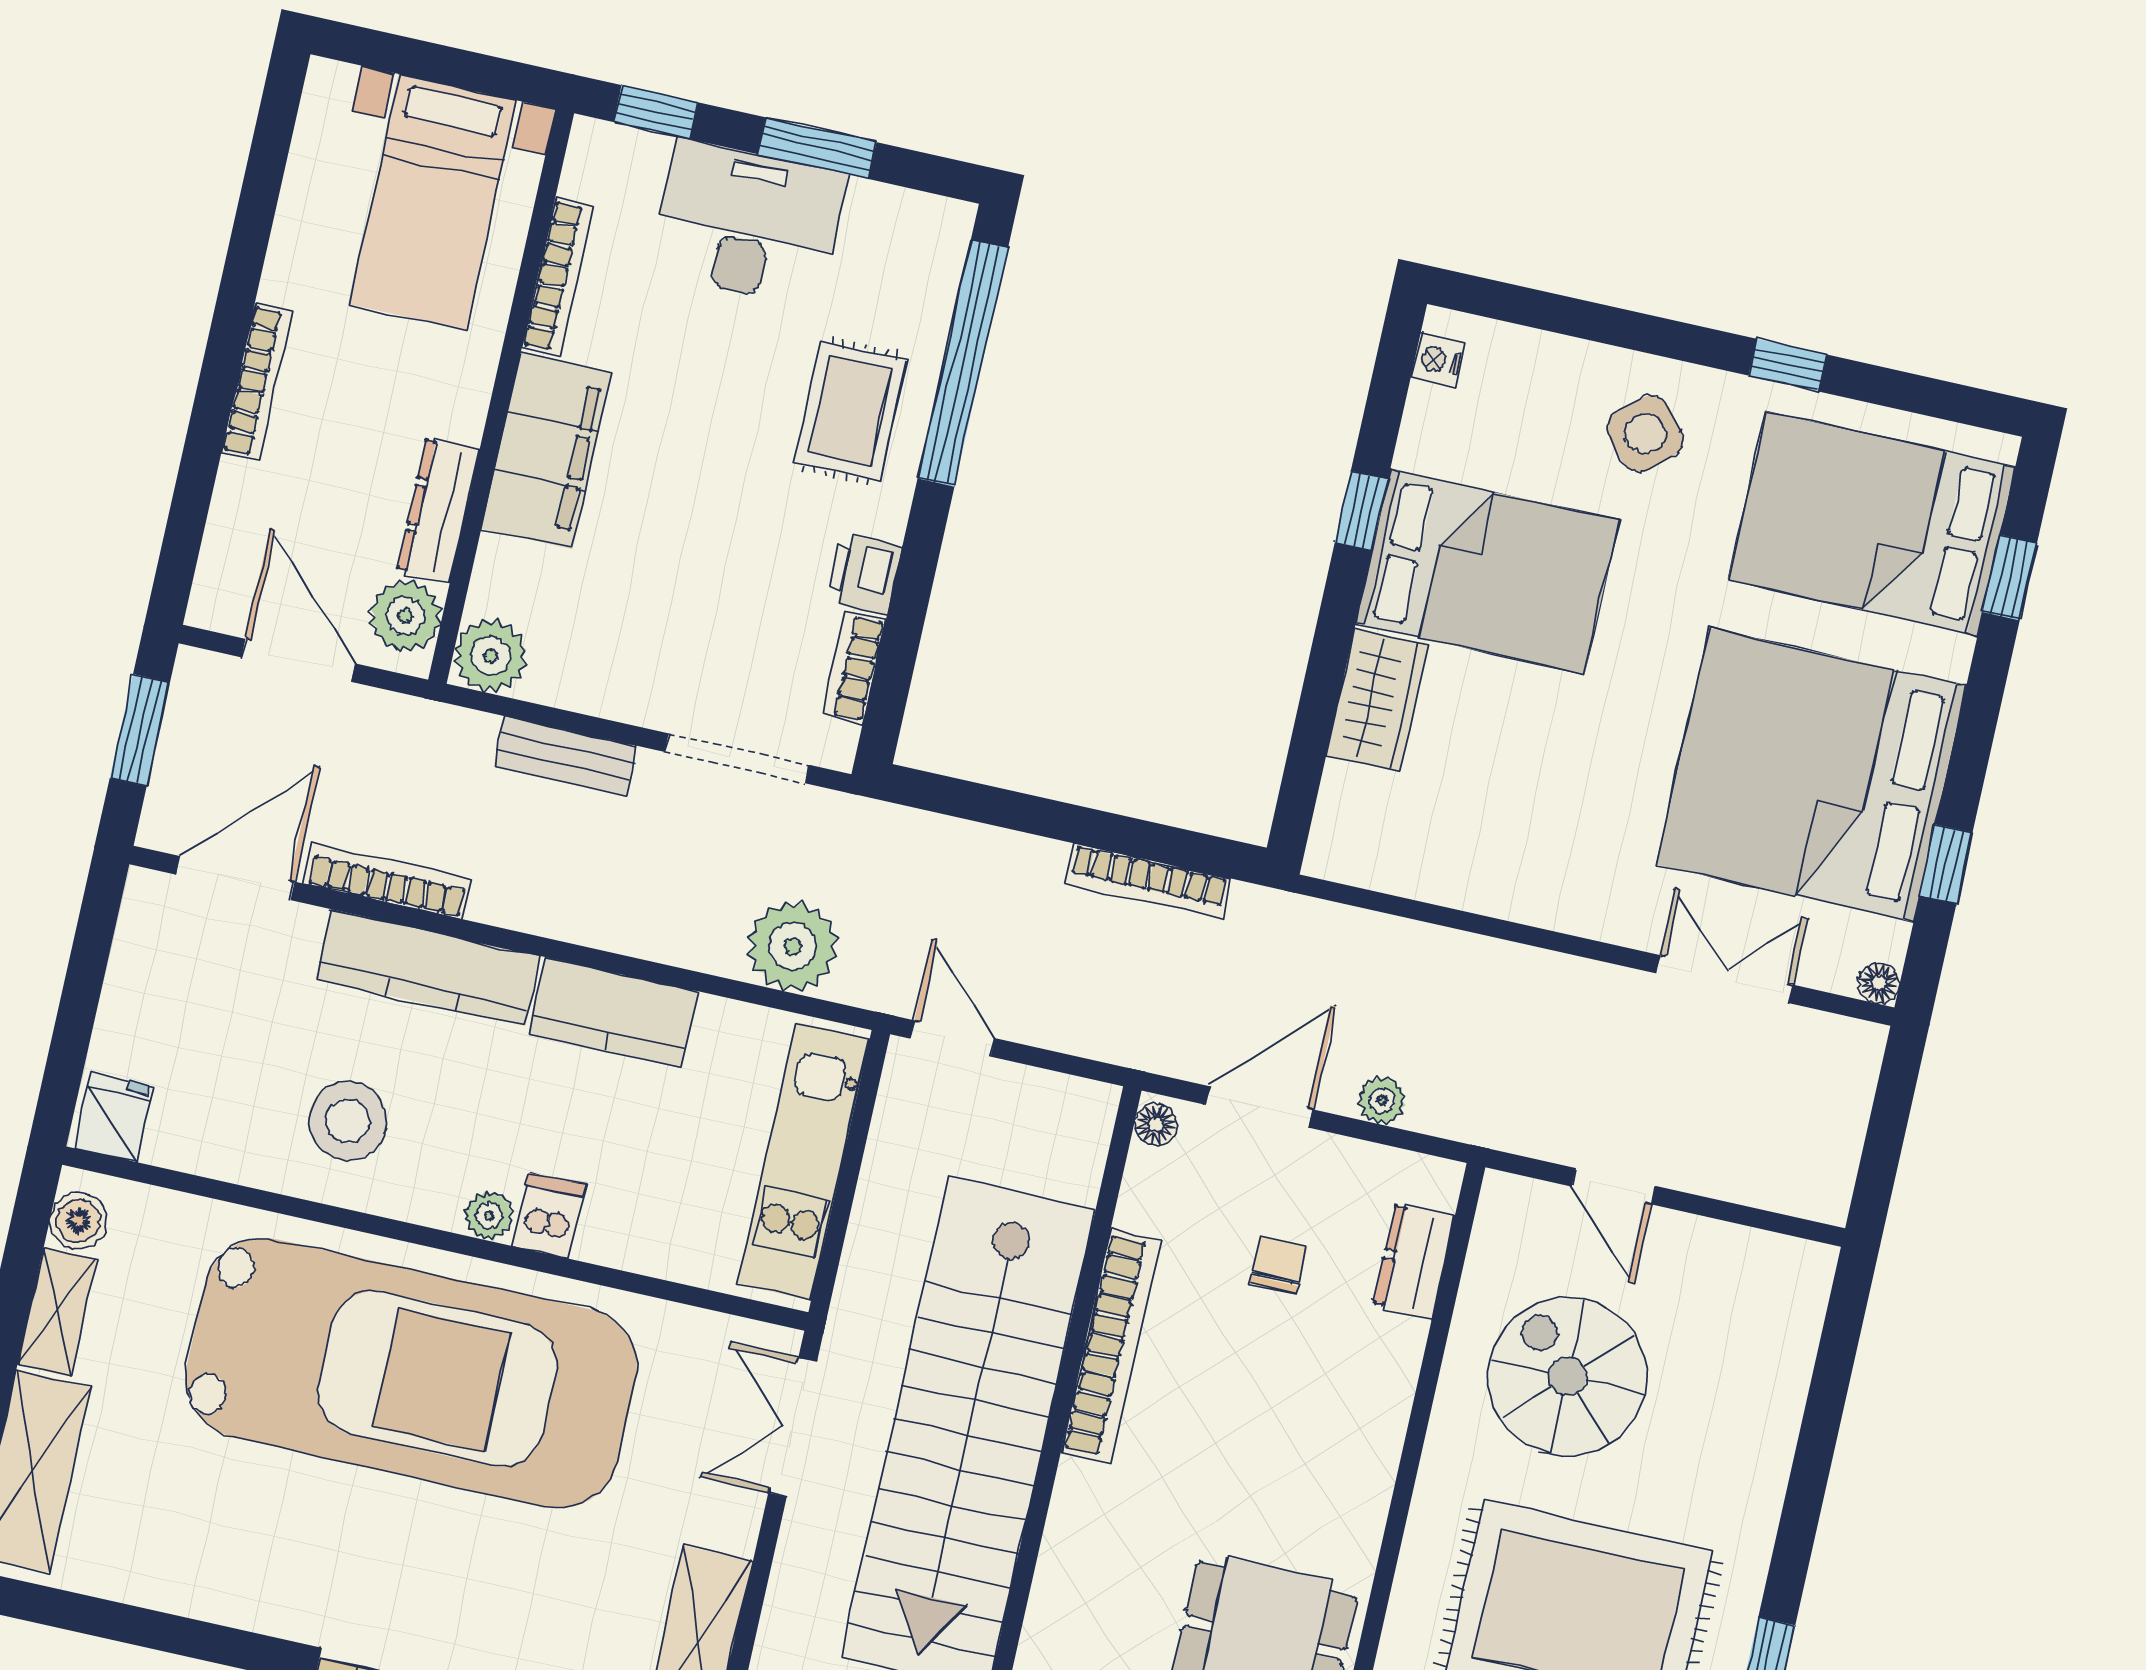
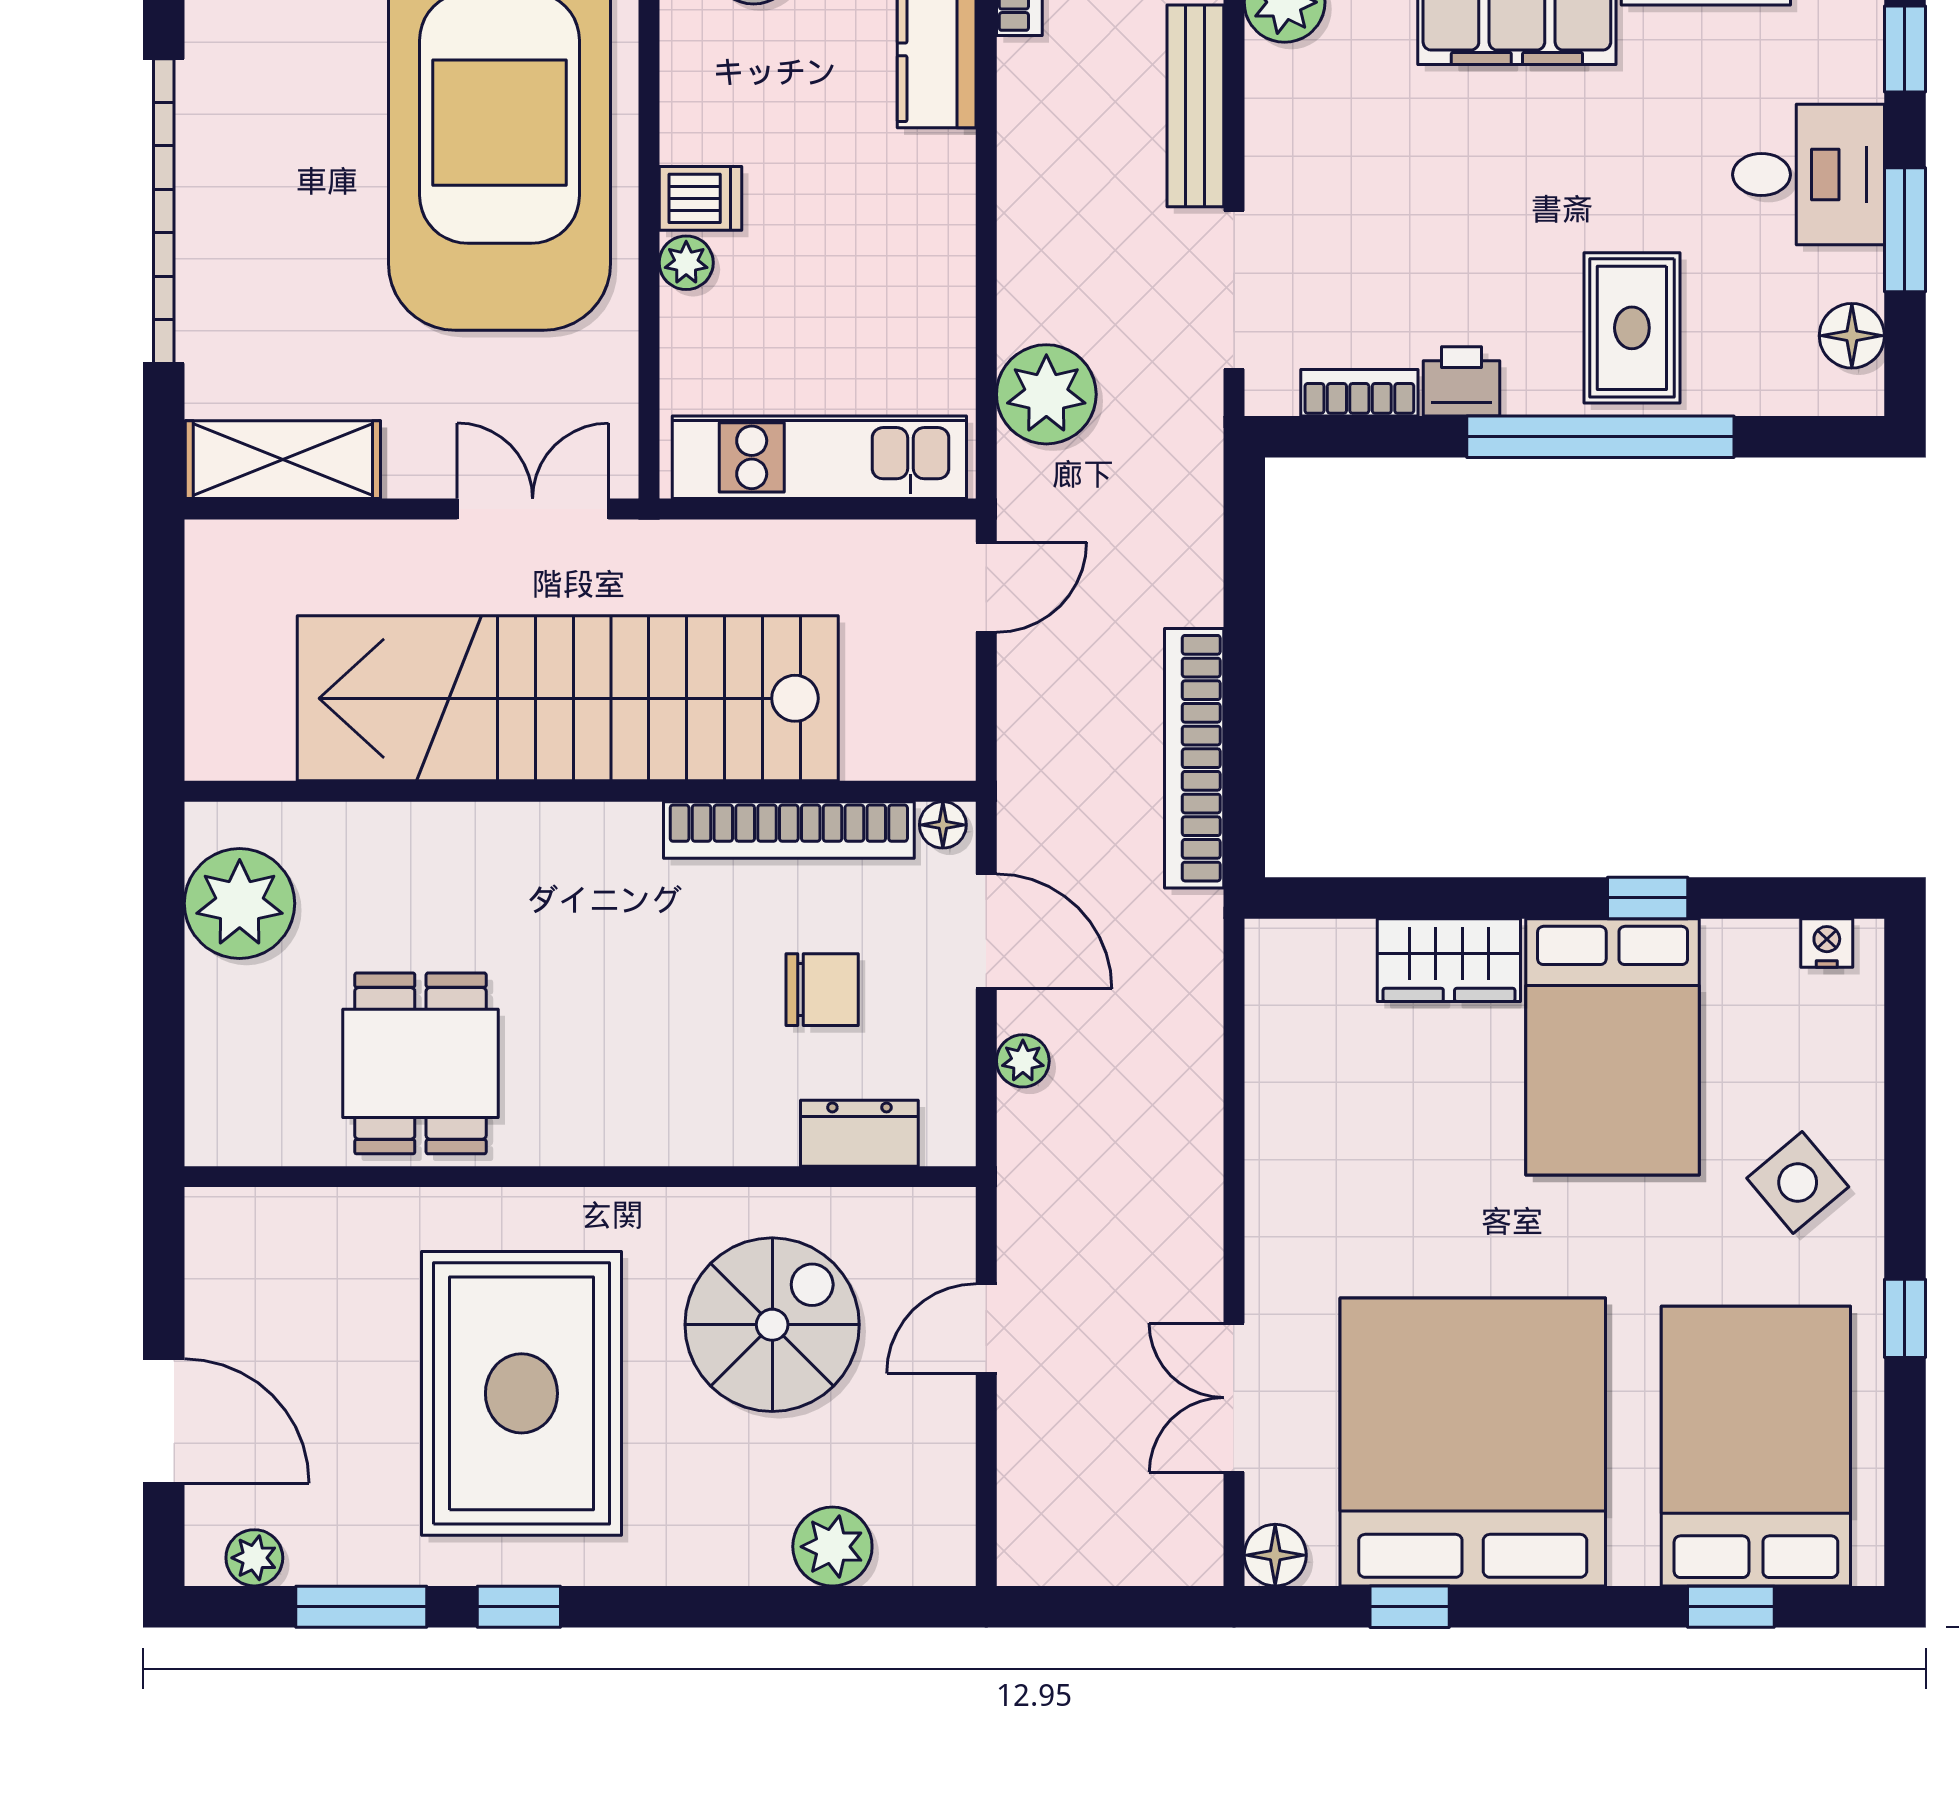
floor lamp: (901, 217) -> (1852, 336), added
desk: (749, 223) -> (1808, 175), width x0.73
window: (963, 363) -> (1600, 437), moved
rug: (850, 411) -> (1632, 328), turned 90
bench: (565, 756) -> (1195, 106), width x1.36
bookcase: (1148, 881) -> (1194, 758), width x1.48, depth x1.31
double door: (1724, 979) -> (1234, 1398), swing flipped
floor lamp: (1879, 983) -> (1275, 1555), width x1.37, depth x1.37
kitchen counter: (614, 1012) -> (933, 219), removed
plant: (489, 1216) -> (686, 263), moved
chair: (1279, 1265) -> (822, 990), width x1.37, depth x1.37
bookcase: (1111, 1346) -> (789, 830), moved
plant: (1777, 1367) -> (832, 1547), added

